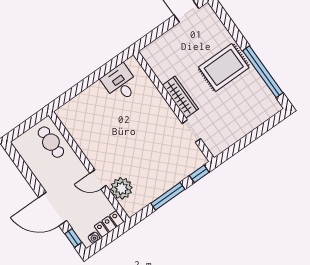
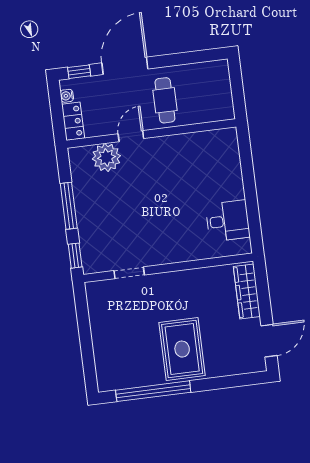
wardrobe: (180, 97) -> (247, 291), moved, turned 90
cafe table: (51, 142) -> (165, 100), moved, turned 90

